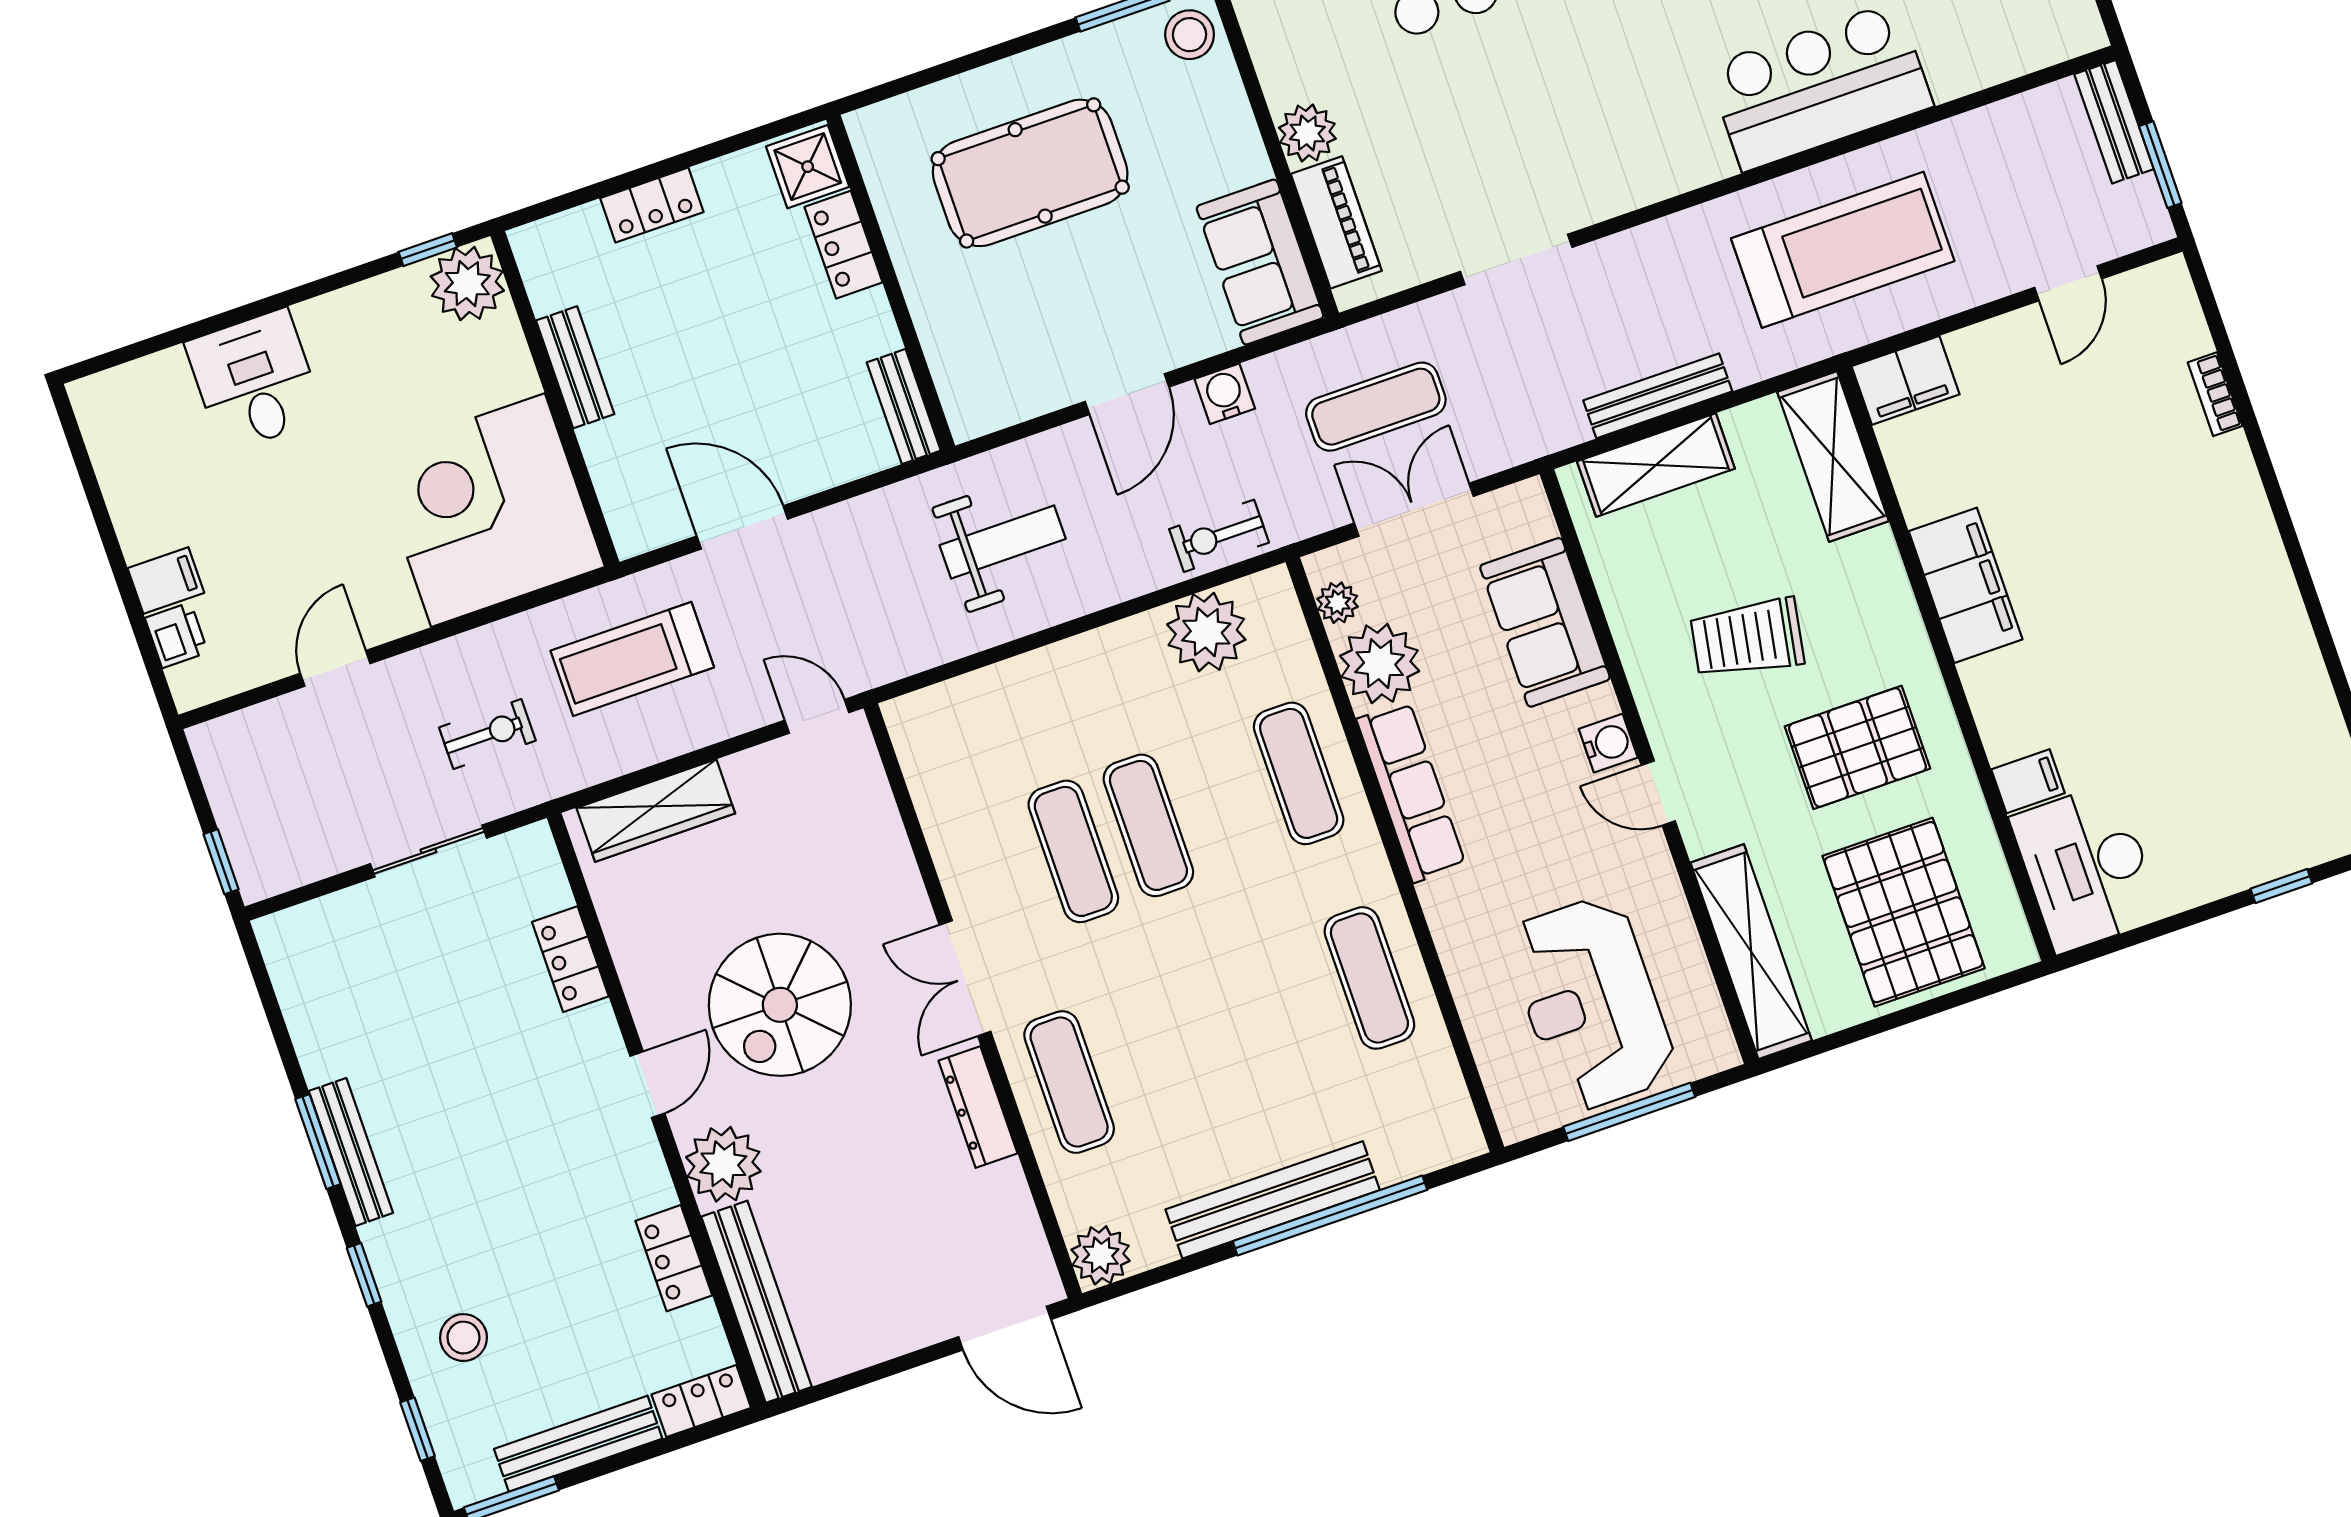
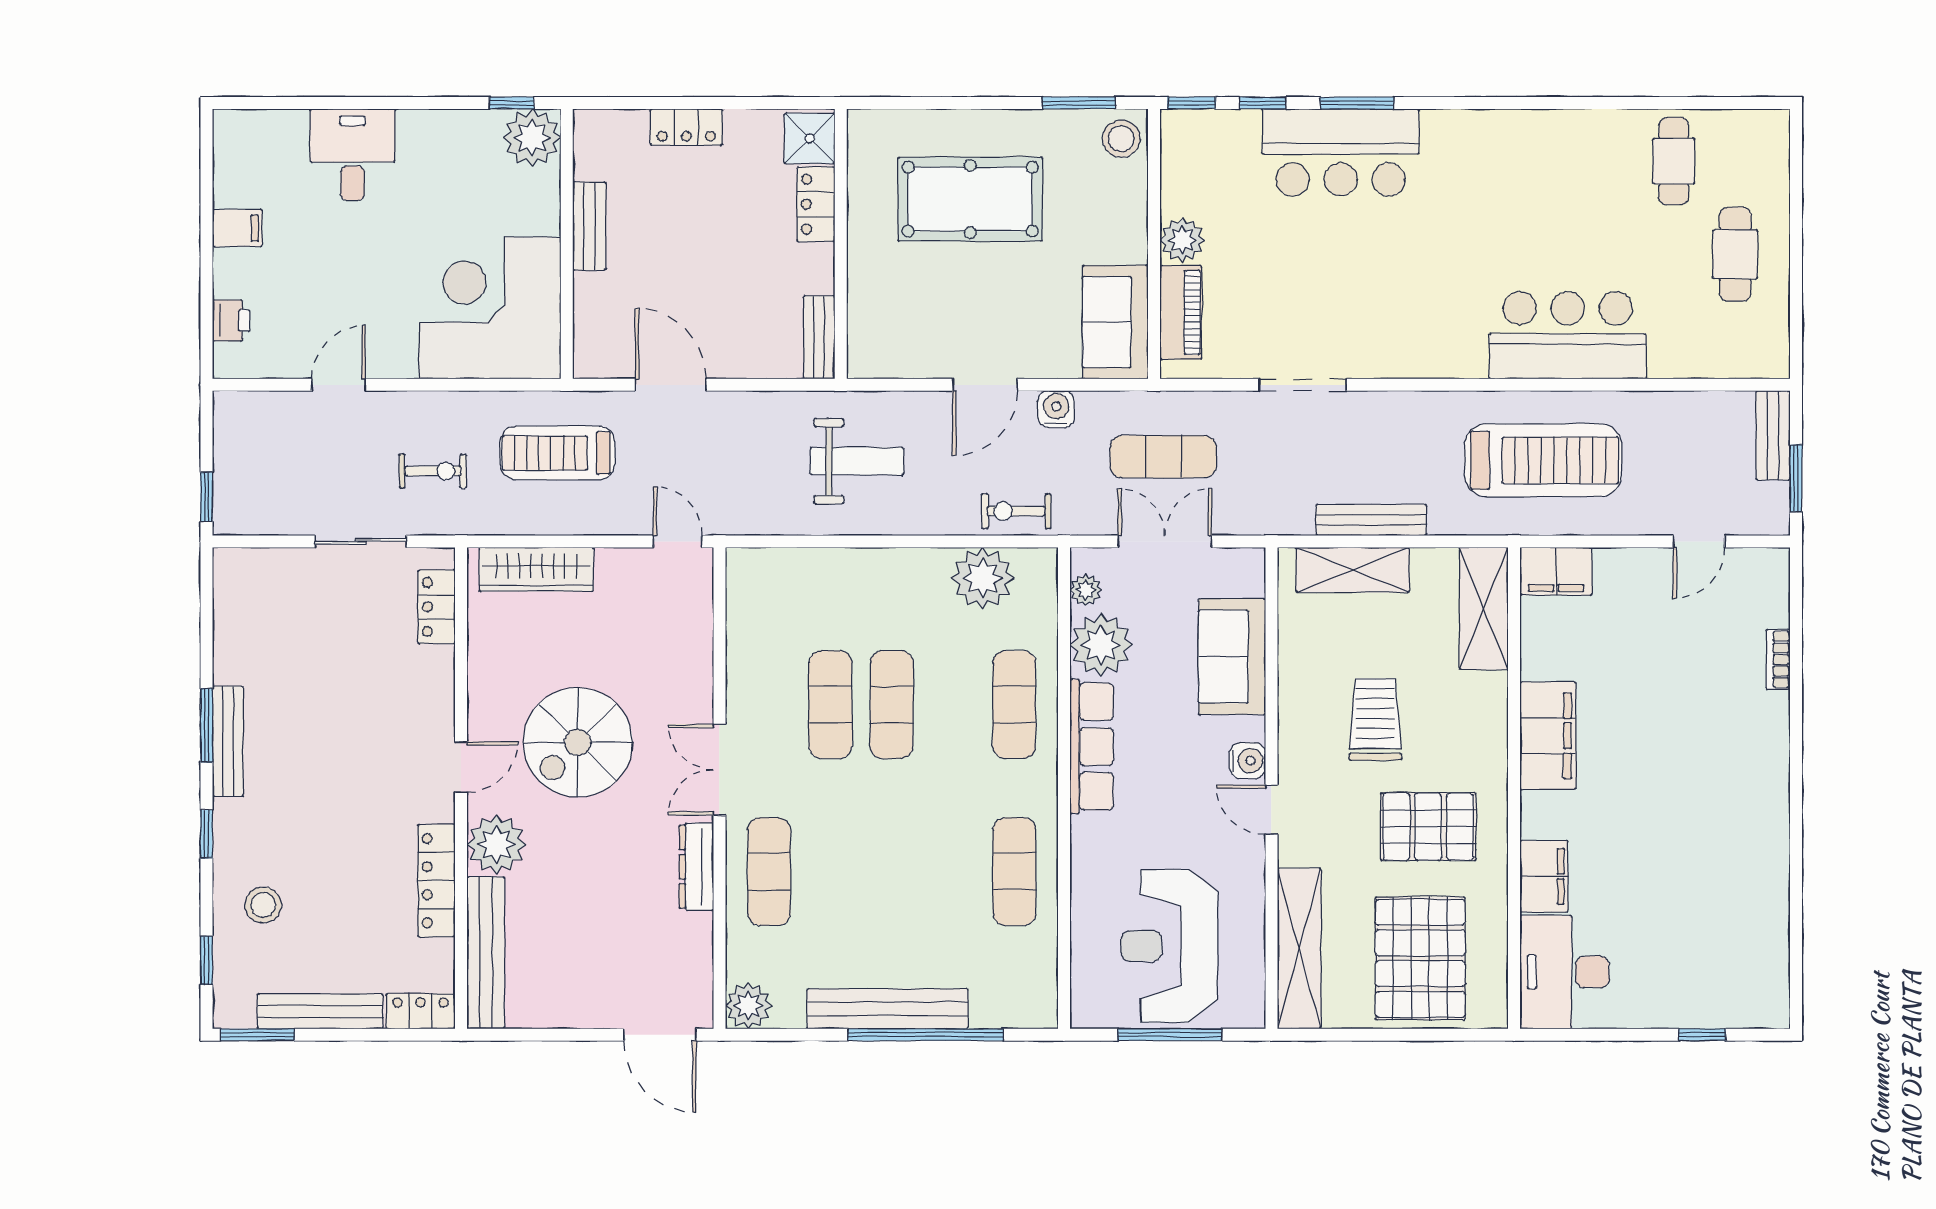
filing cabinet: (166, 581) -> (237, 228), moved
trolley: (1747, 638) -> (1375, 719), turned 80
filing cabinet: (2028, 781) -> (1544, 876), width x2.00
locker: (570, 959) -> (437, 607), moved
locker: (674, 1258) -> (437, 881), width x1.53

